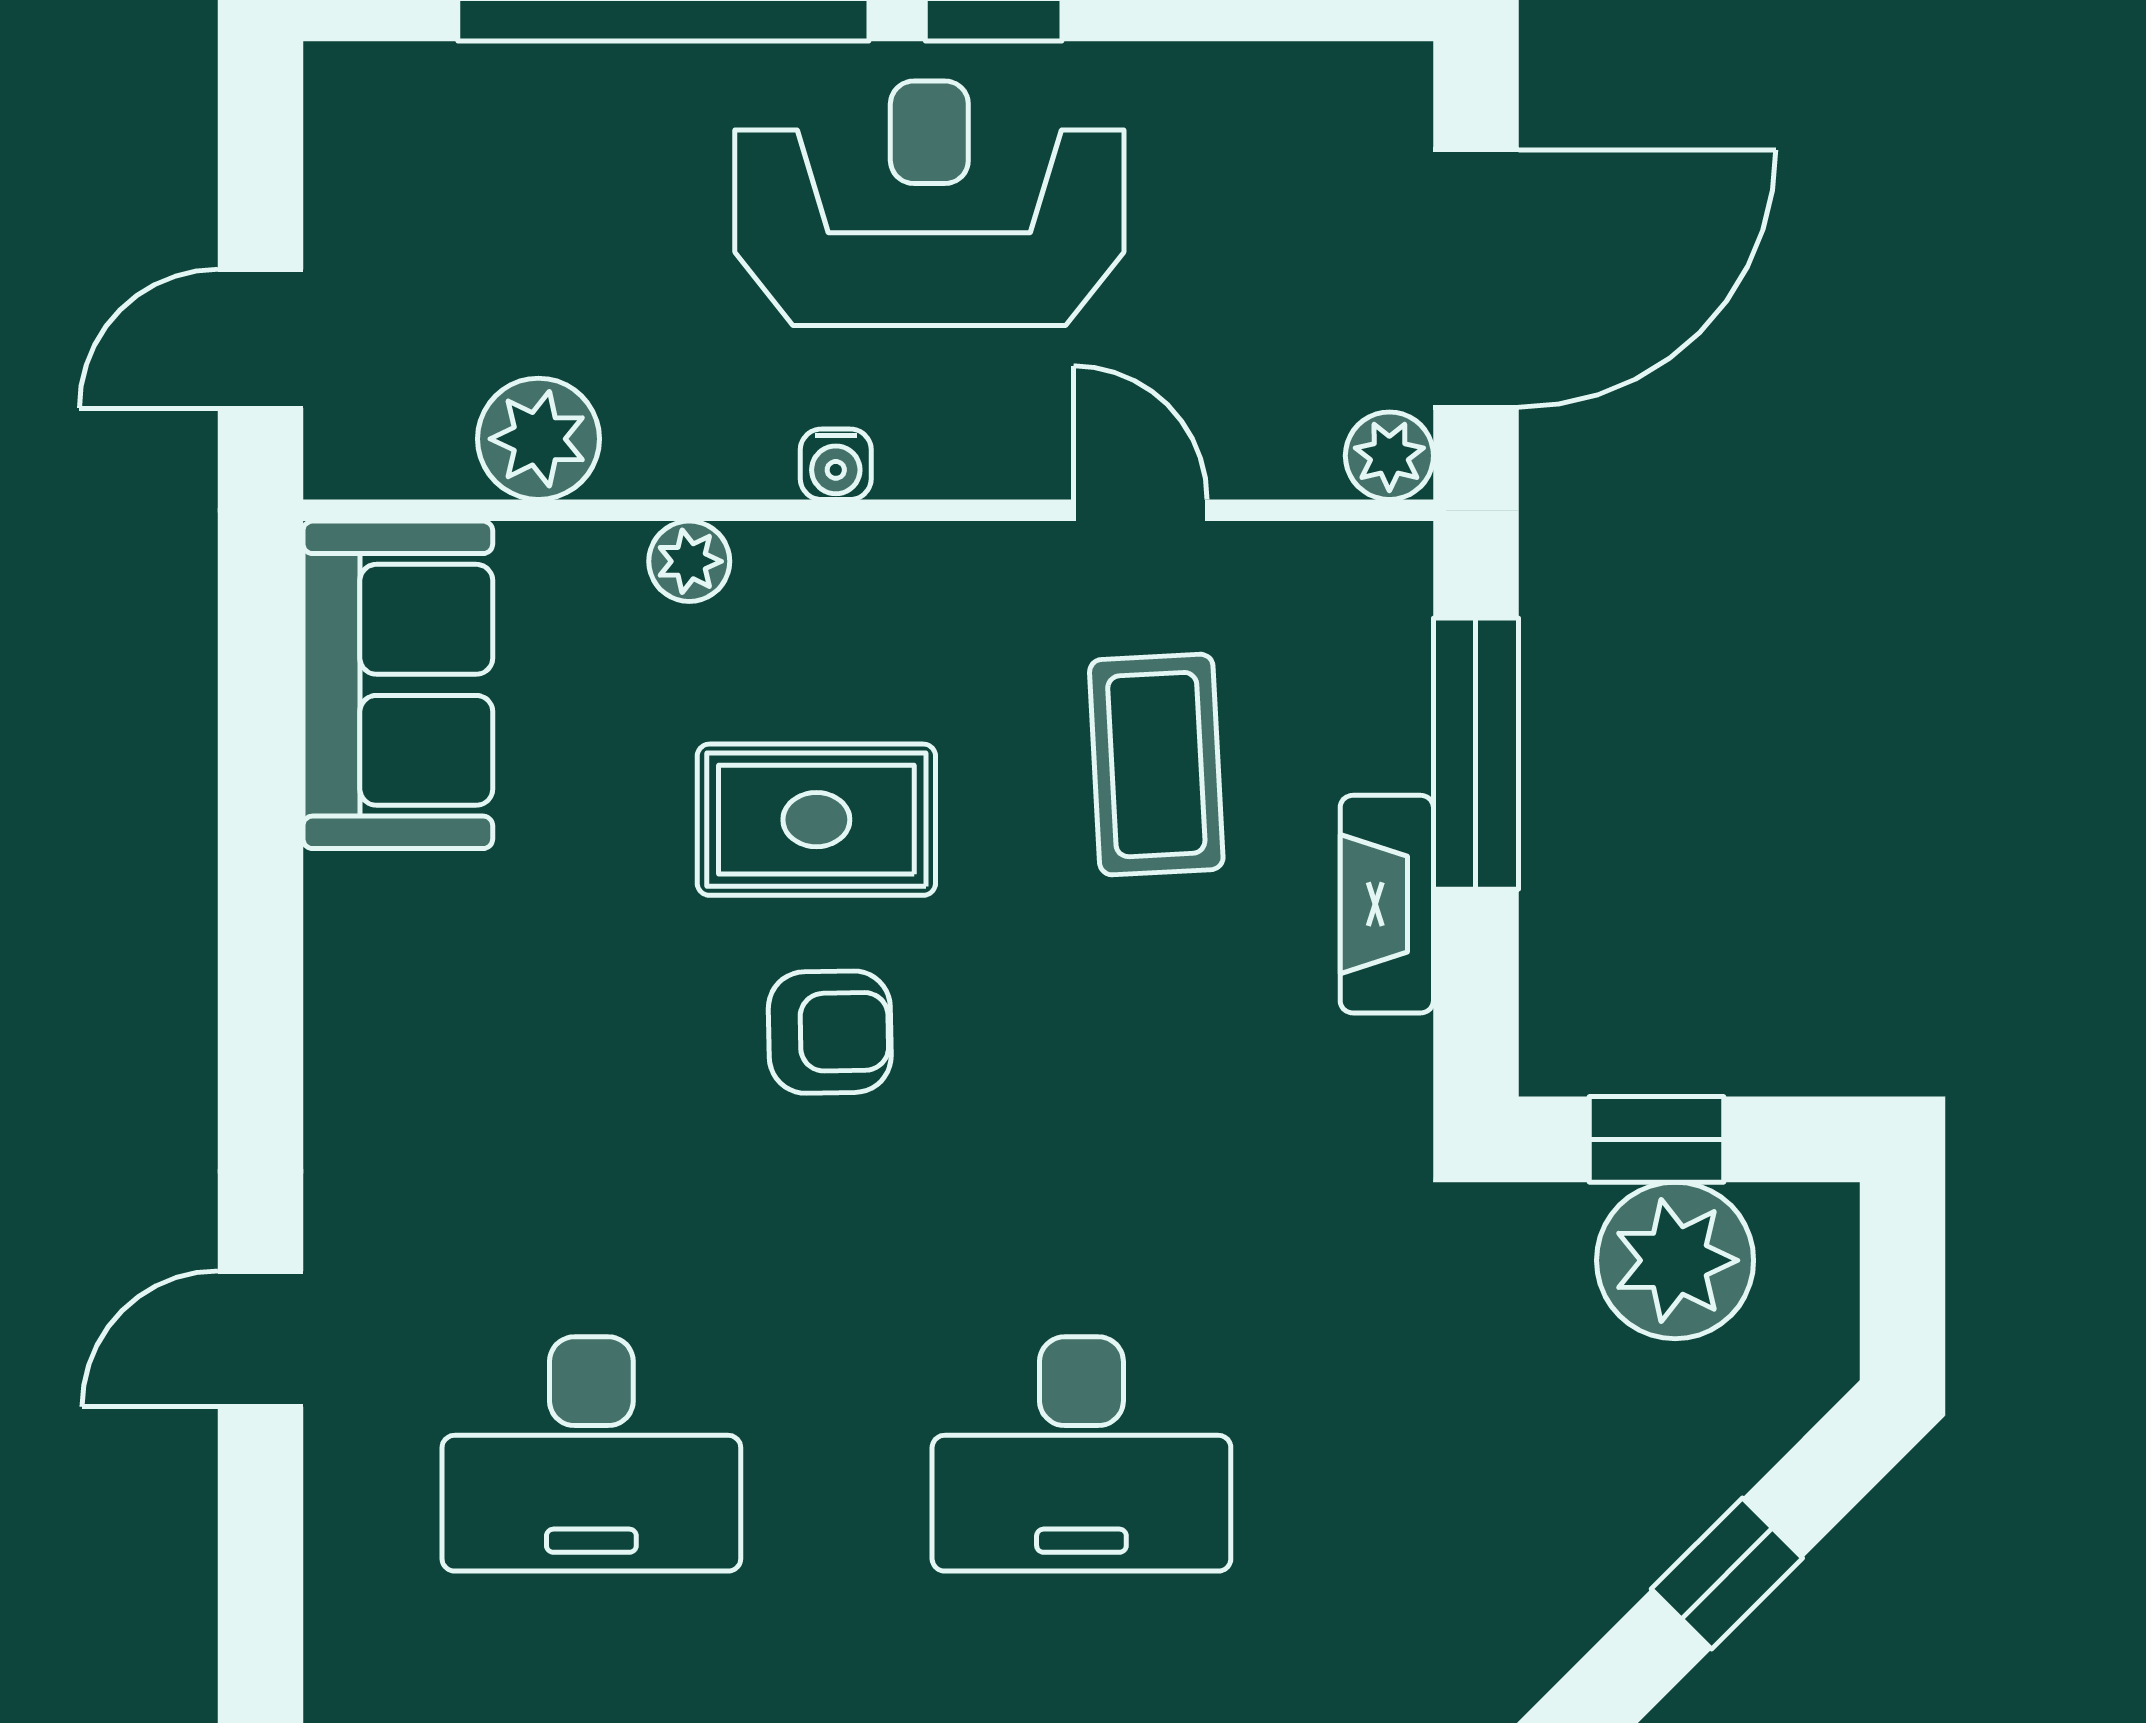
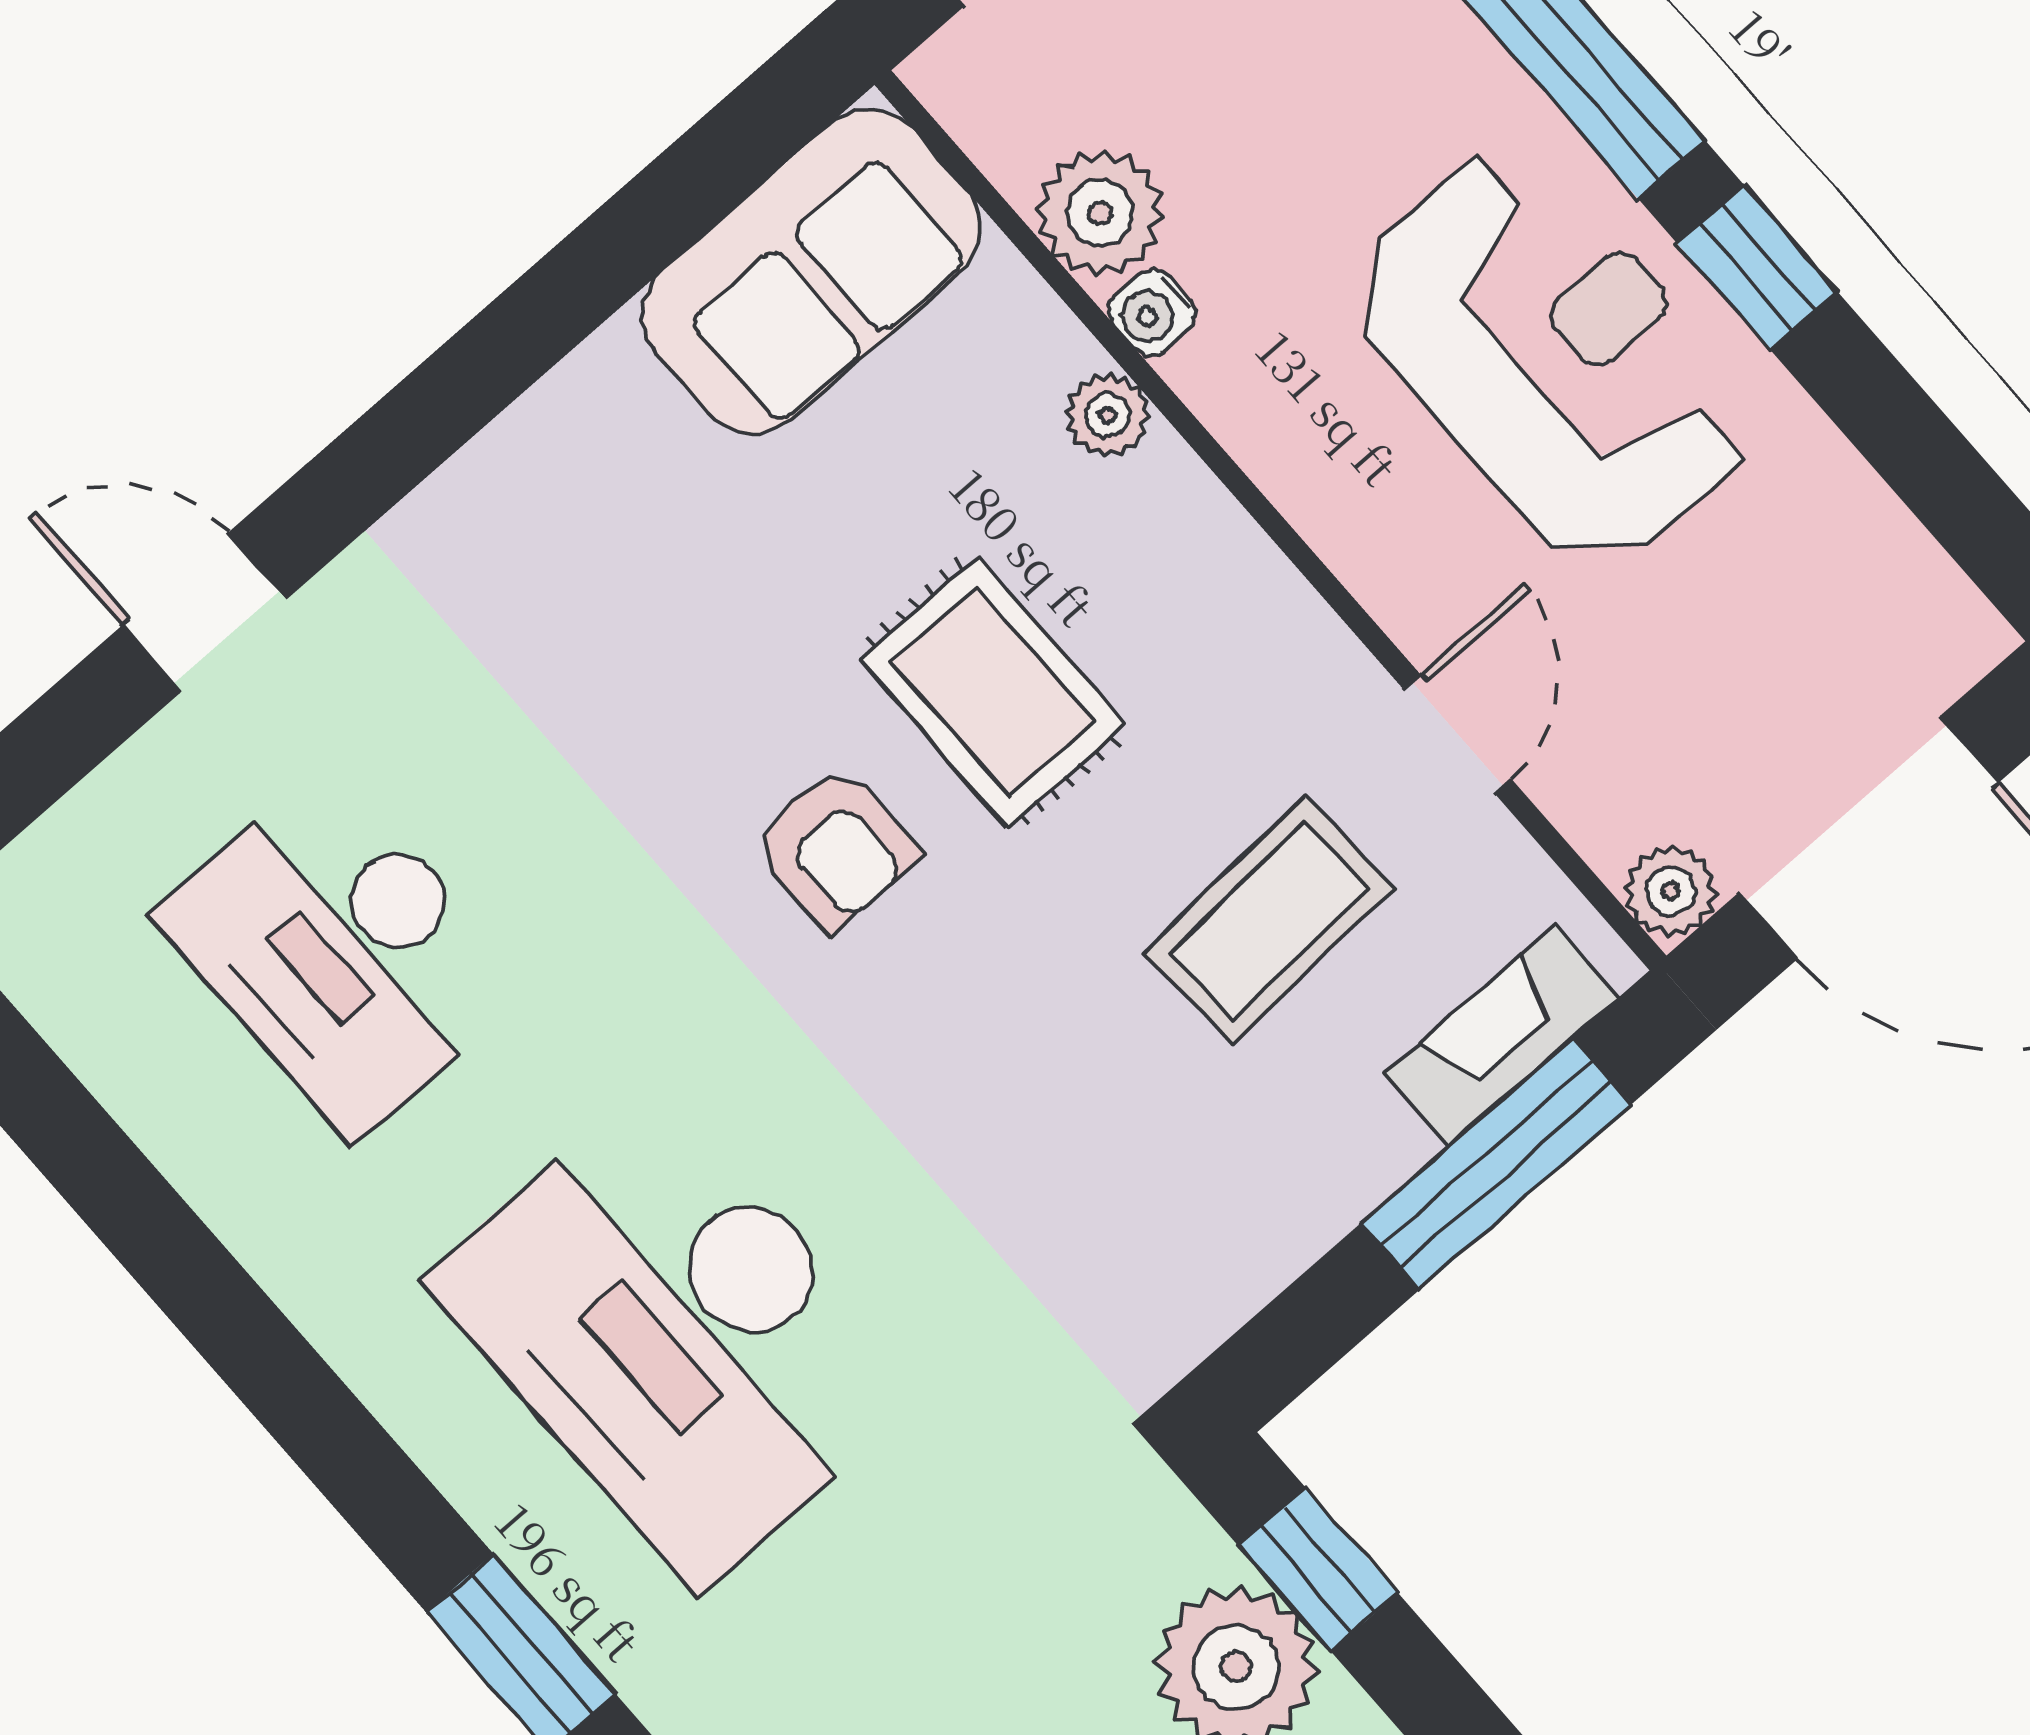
water cooler: (836, 464) -> (1152, 312), moved
fireplace: (1387, 904) -> (1501, 1036), moved
desk: (1081, 1454) -> (677, 1335), width x1.36, depth x1.30

